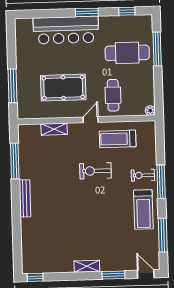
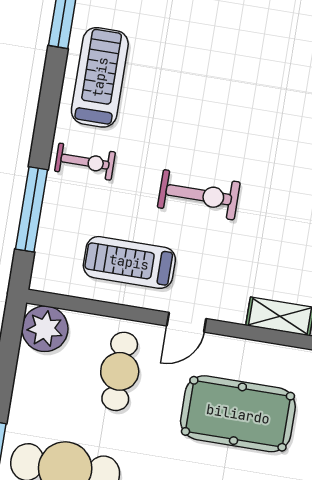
plant: (150, 110) -> (45, 329), width x1.88, depth x1.88
treadmill: (118, 139) -> (129, 262), turned 180
window: (161, 182) -> (32, 209), moved

